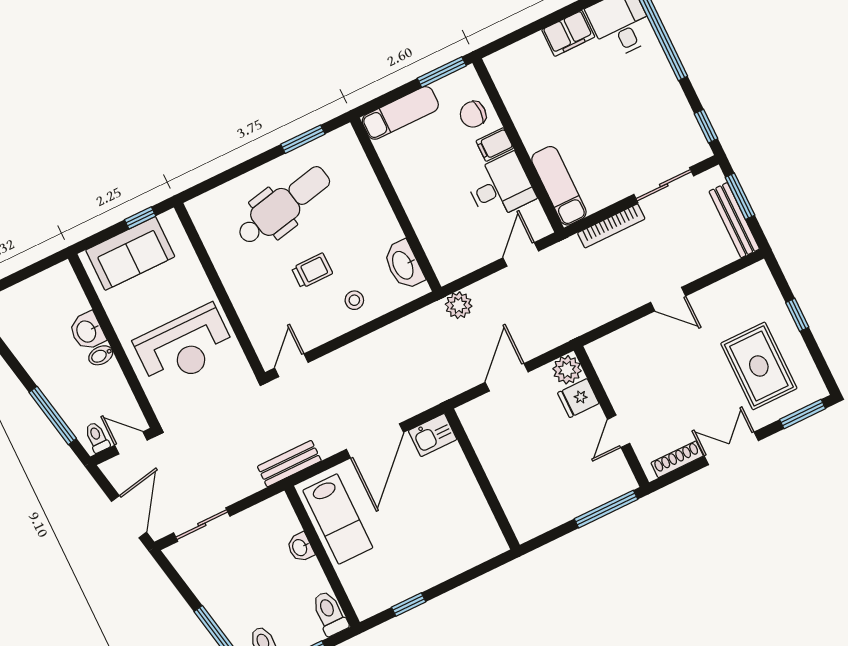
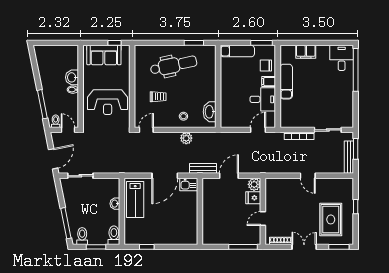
filing cabinet: (568, 33) -> (306, 52), moved
window: (706, 126) -> (356, 115), removed
exam couch: (559, 186) -> (286, 82), moved
trolley: (312, 271) -> (158, 97), moved
plant: (459, 305) -> (186, 138), moved
bench: (289, 464) -> (203, 168), moved

